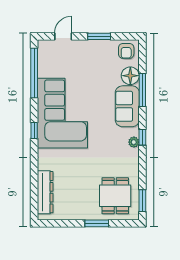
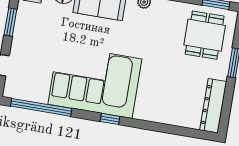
dresser: (45, 192) -> (213, 106), moved, turned -90
dining table: (115, 196) -> (205, 35), turned 90

